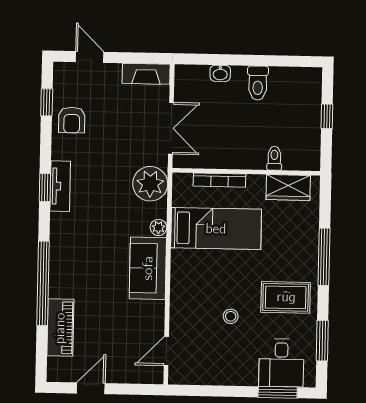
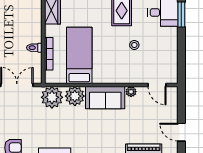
toilet: (274, 158) -> (34, 48), moved
plant: (158, 227) -> (75, 96), width x1.87, depth x1.87
plant: (157, 310) -> (131, 92), added

